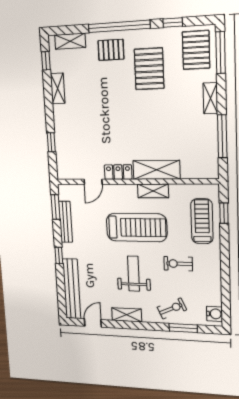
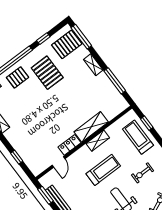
pallet: (196, 50) -> (67, 44), turned 90
treadmill: (137, 227) -> (103, 170), width x0.73, depth x0.73

